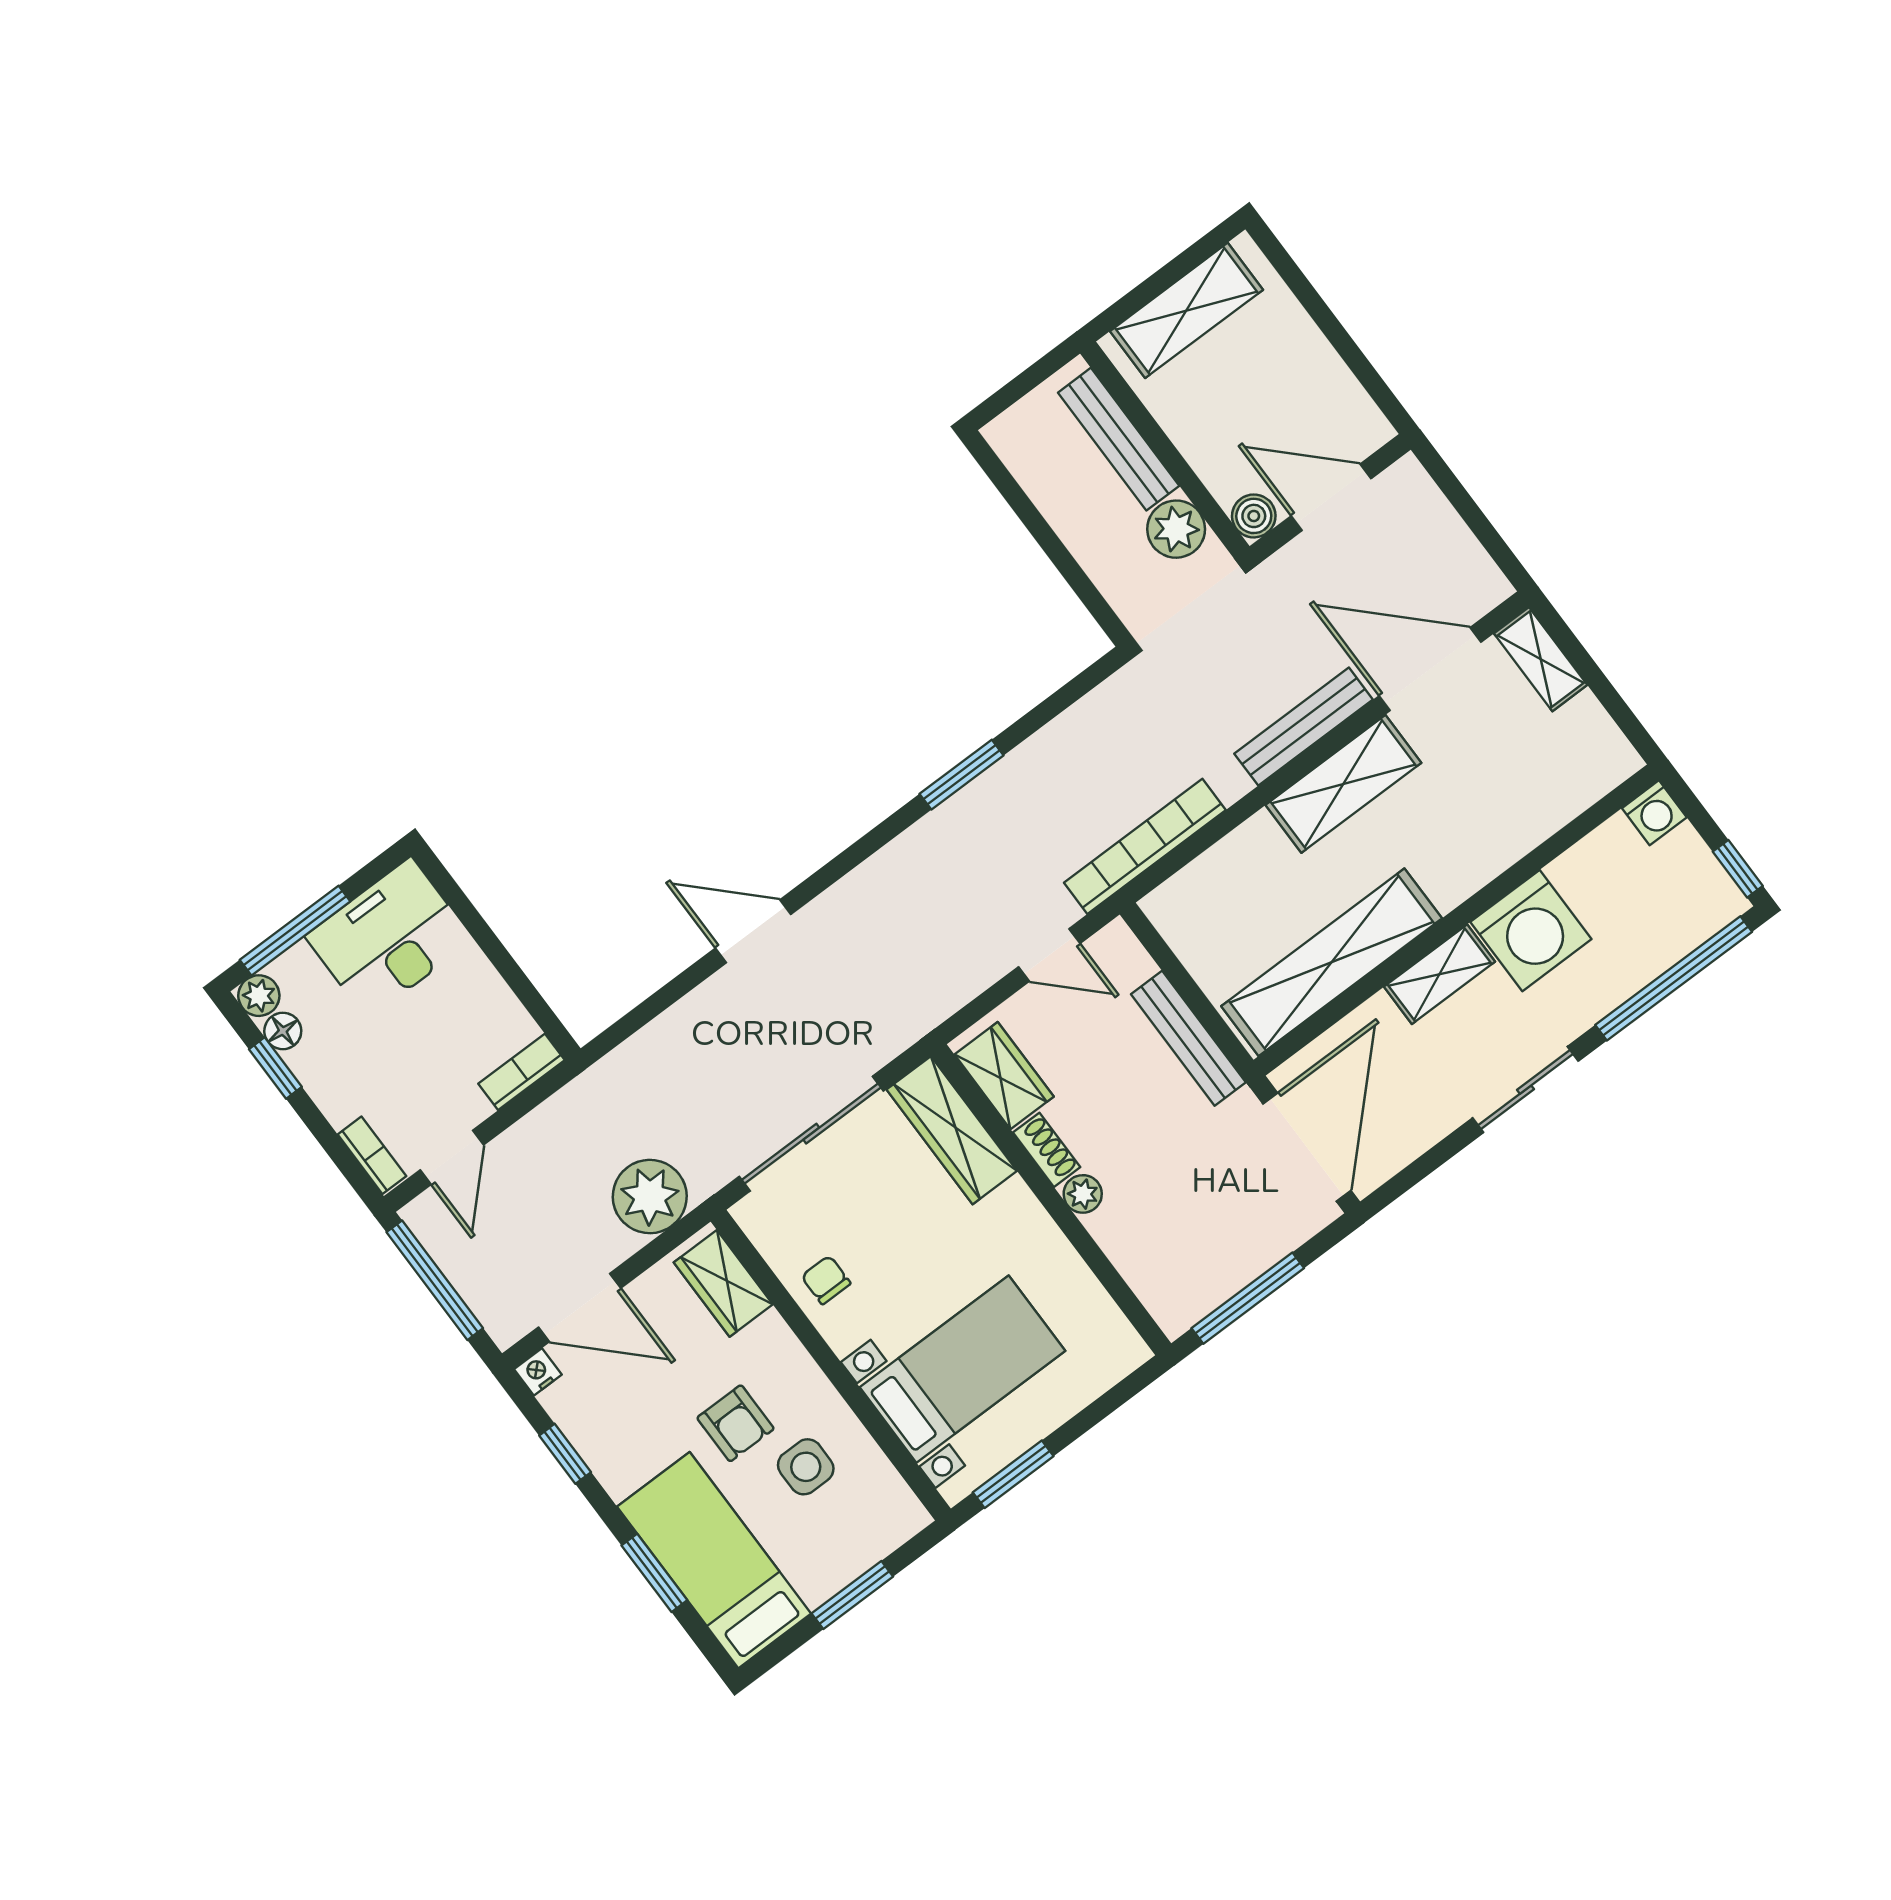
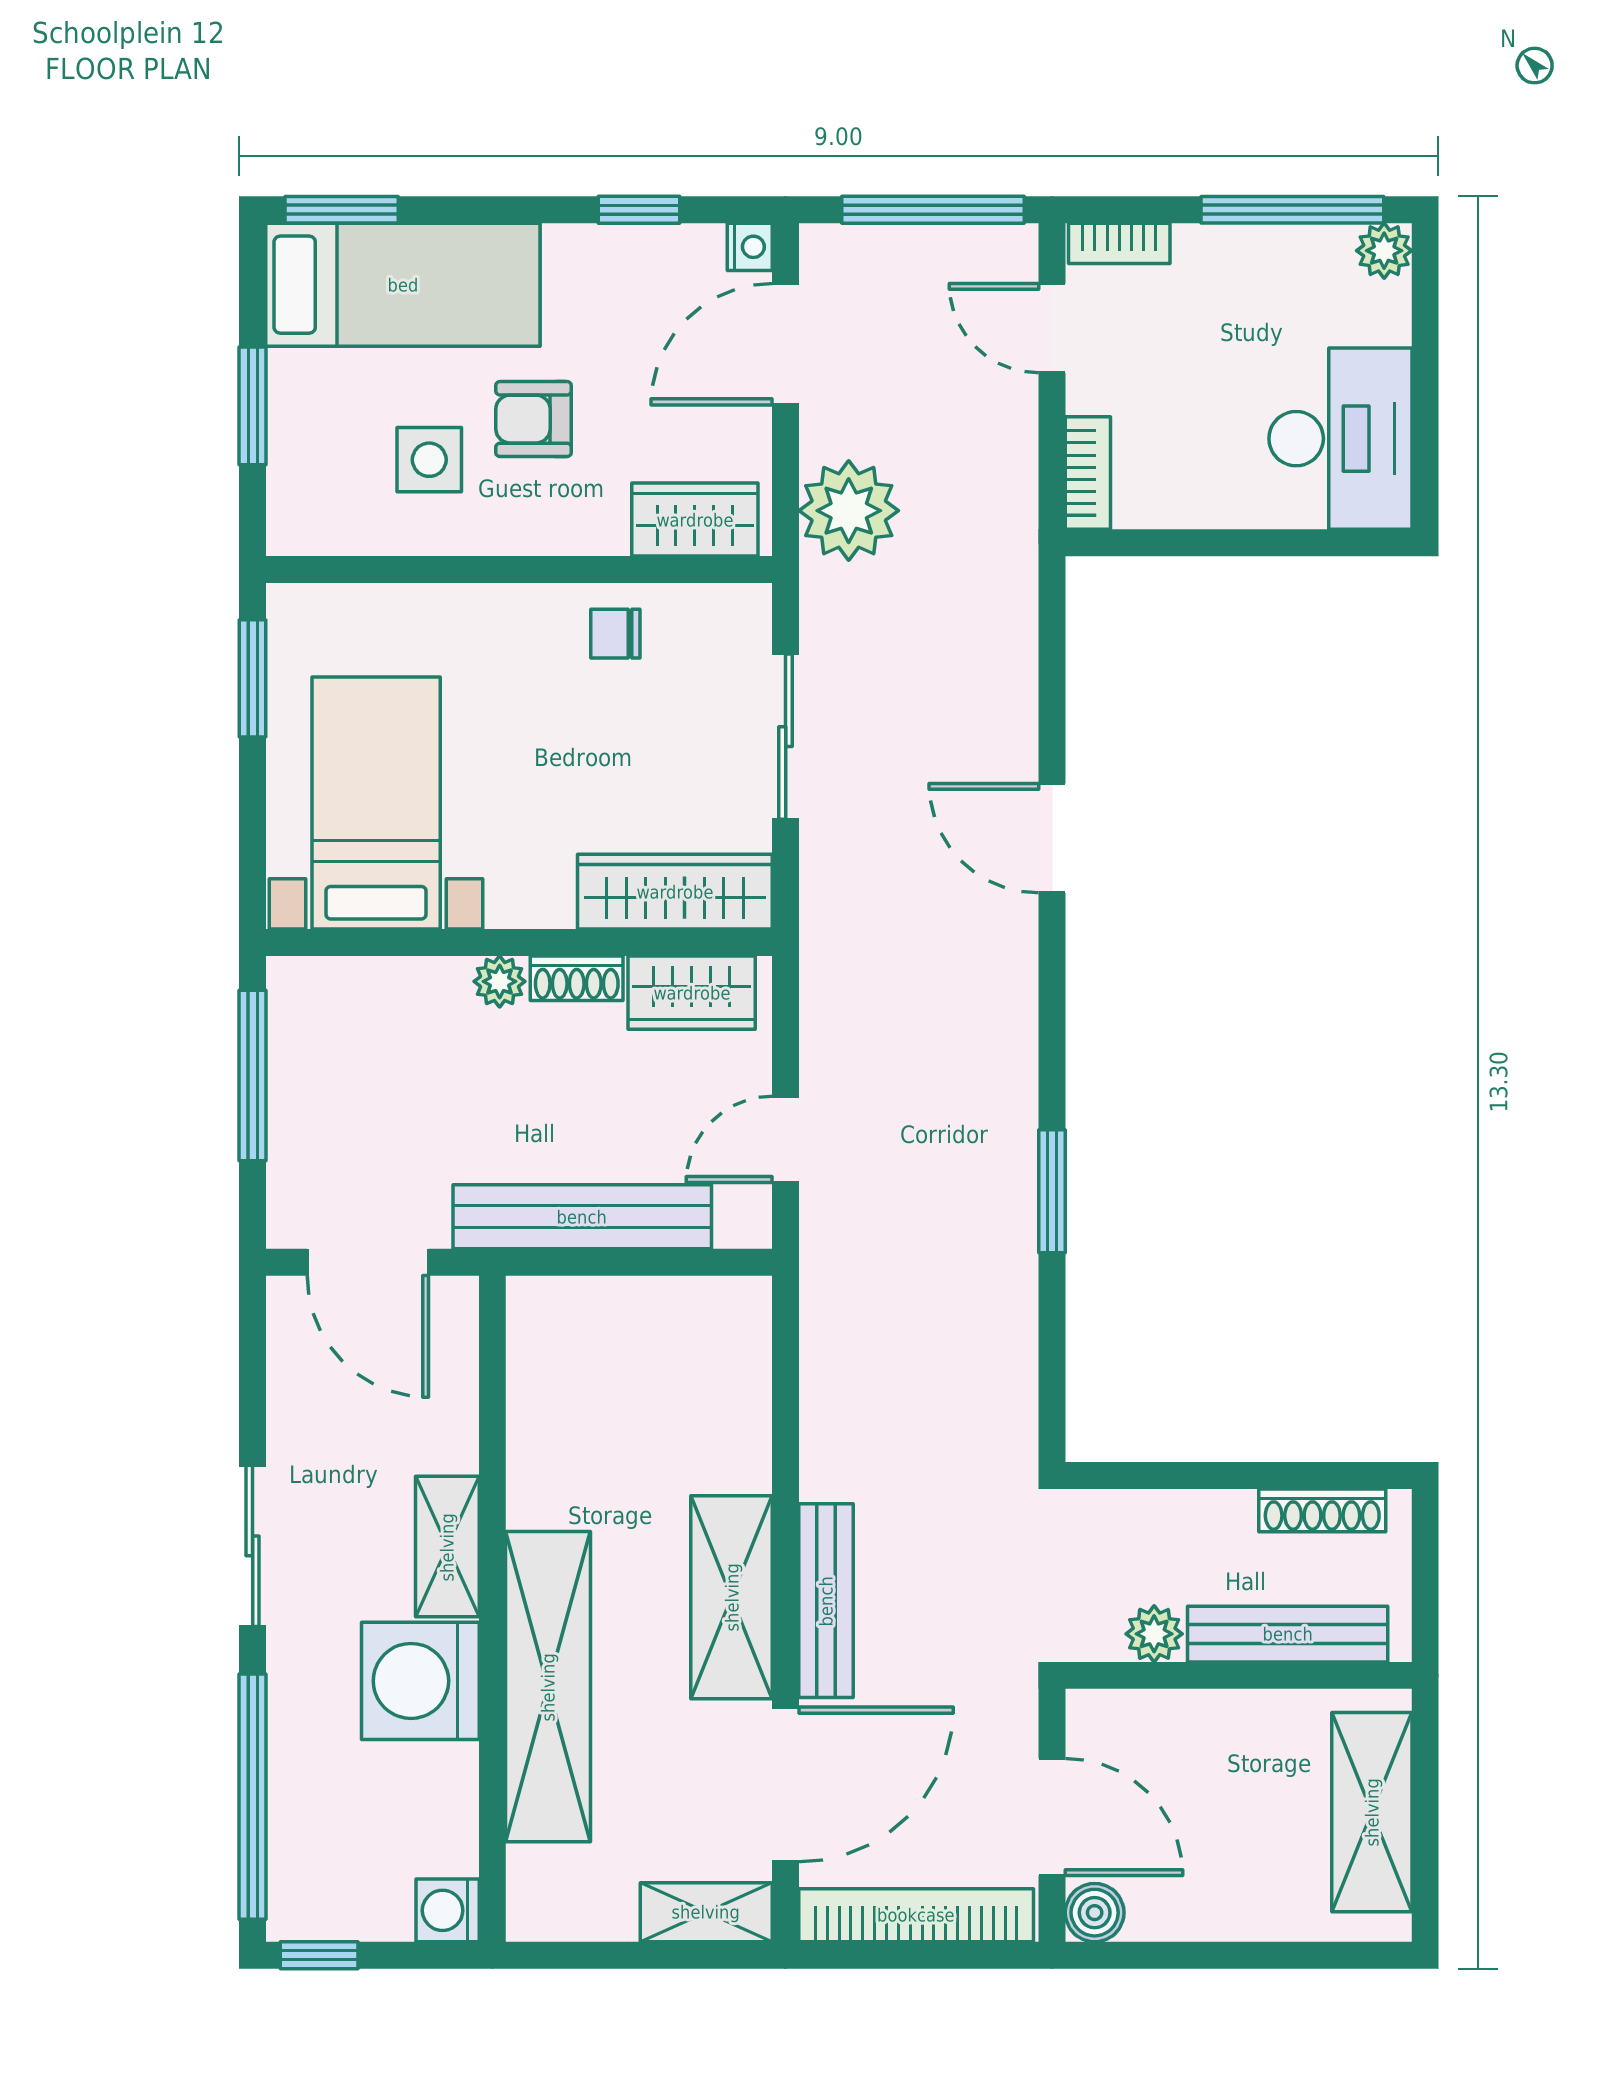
shoe rack: (1030, 474) -> (1322, 1510), added
door: (1331, 497) -> (1052, 1817), hinge flipped
boiler: (1254, 516) -> (1095, 1913), moved
plant: (1176, 529) -> (1154, 1634), width x0.73, depth x0.73
bookcase: (1145, 846) -> (916, 1915), moved, turned -90
window: (295, 931) -> (1425, 343), removed
door: (753, 931) -> (1052, 838), swing flipped
shelving: (1332, 962) -> (548, 1687), moved
floor lamp: (283, 1031) -> (1326, 248), removed
bench: (1188, 1038) -> (582, 1217), width x1.37, depth x1.21
window: (275, 1068) -> (1292, 210), width x2.17
sliding door: (811, 1134) -> (786, 737), width x0.73
door: (1307, 1147) -> (368, 1262), width x0.73
chair: (826, 1280) -> (615, 634), turned 180
bed with nightstands: (963, 1369) -> (376, 803), moved, turned 180
window: (654, 1573) -> (342, 210), moved

